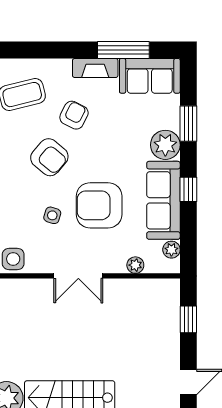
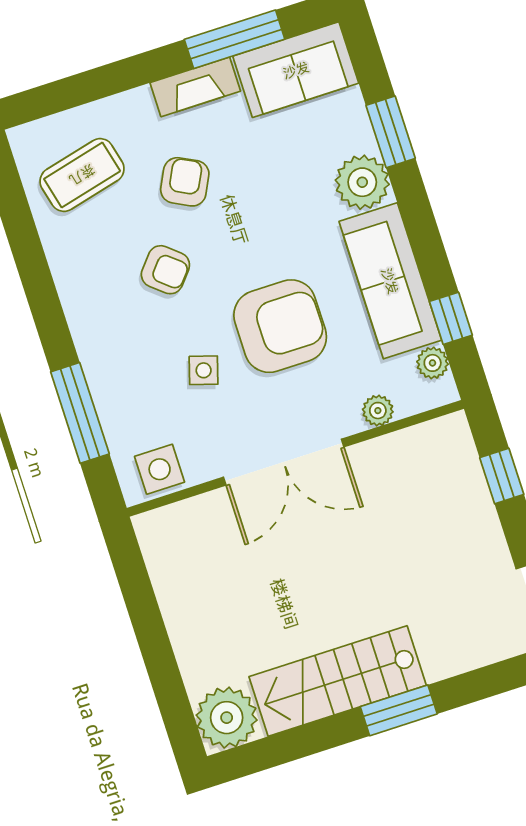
armchair: (49, 157) -> (165, 270), width x0.72, depth x0.72
window: (188, 189) -> (451, 318), moved
armchair: (99, 205) -> (280, 326), turned 180
double door: (78, 276) -> (284, 462), width x1.37

